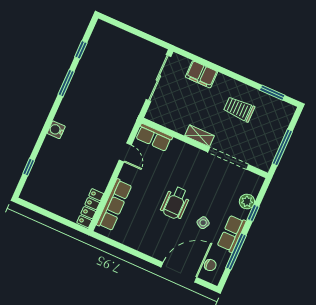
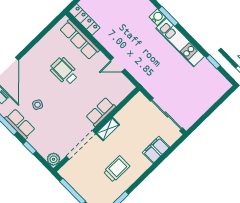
window: (66, 83) -> (168, 16), moved
kitchen unit: (74, 94) -> (180, 42), added
row of seats: (154, 137) -> (101, 112), moved
plant: (247, 201) -> (53, 159), moved
wheelchair: (175, 203) -> (64, 71), moved

